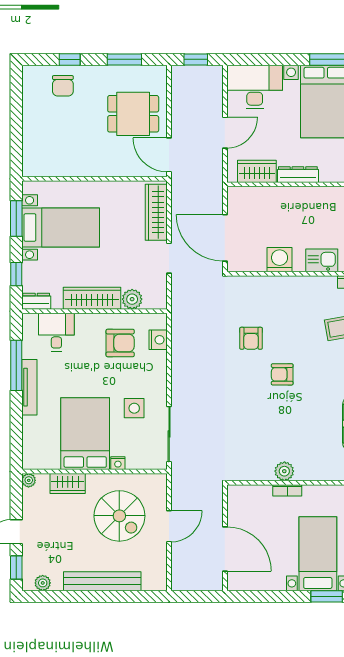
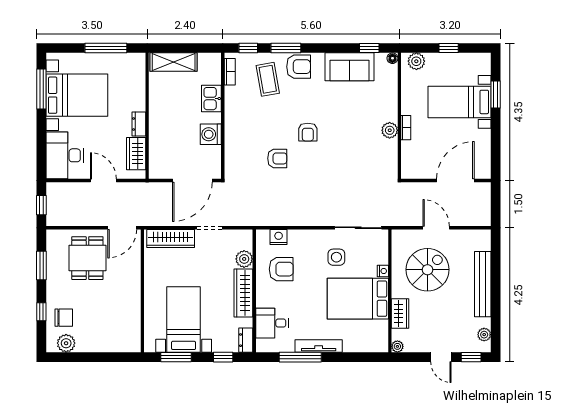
plant: (32, 89) -> (66, 343), added
dresser: (298, 175) -> (139, 124), width x0.70
armchair: (120, 343) -> (281, 269), turned 90

